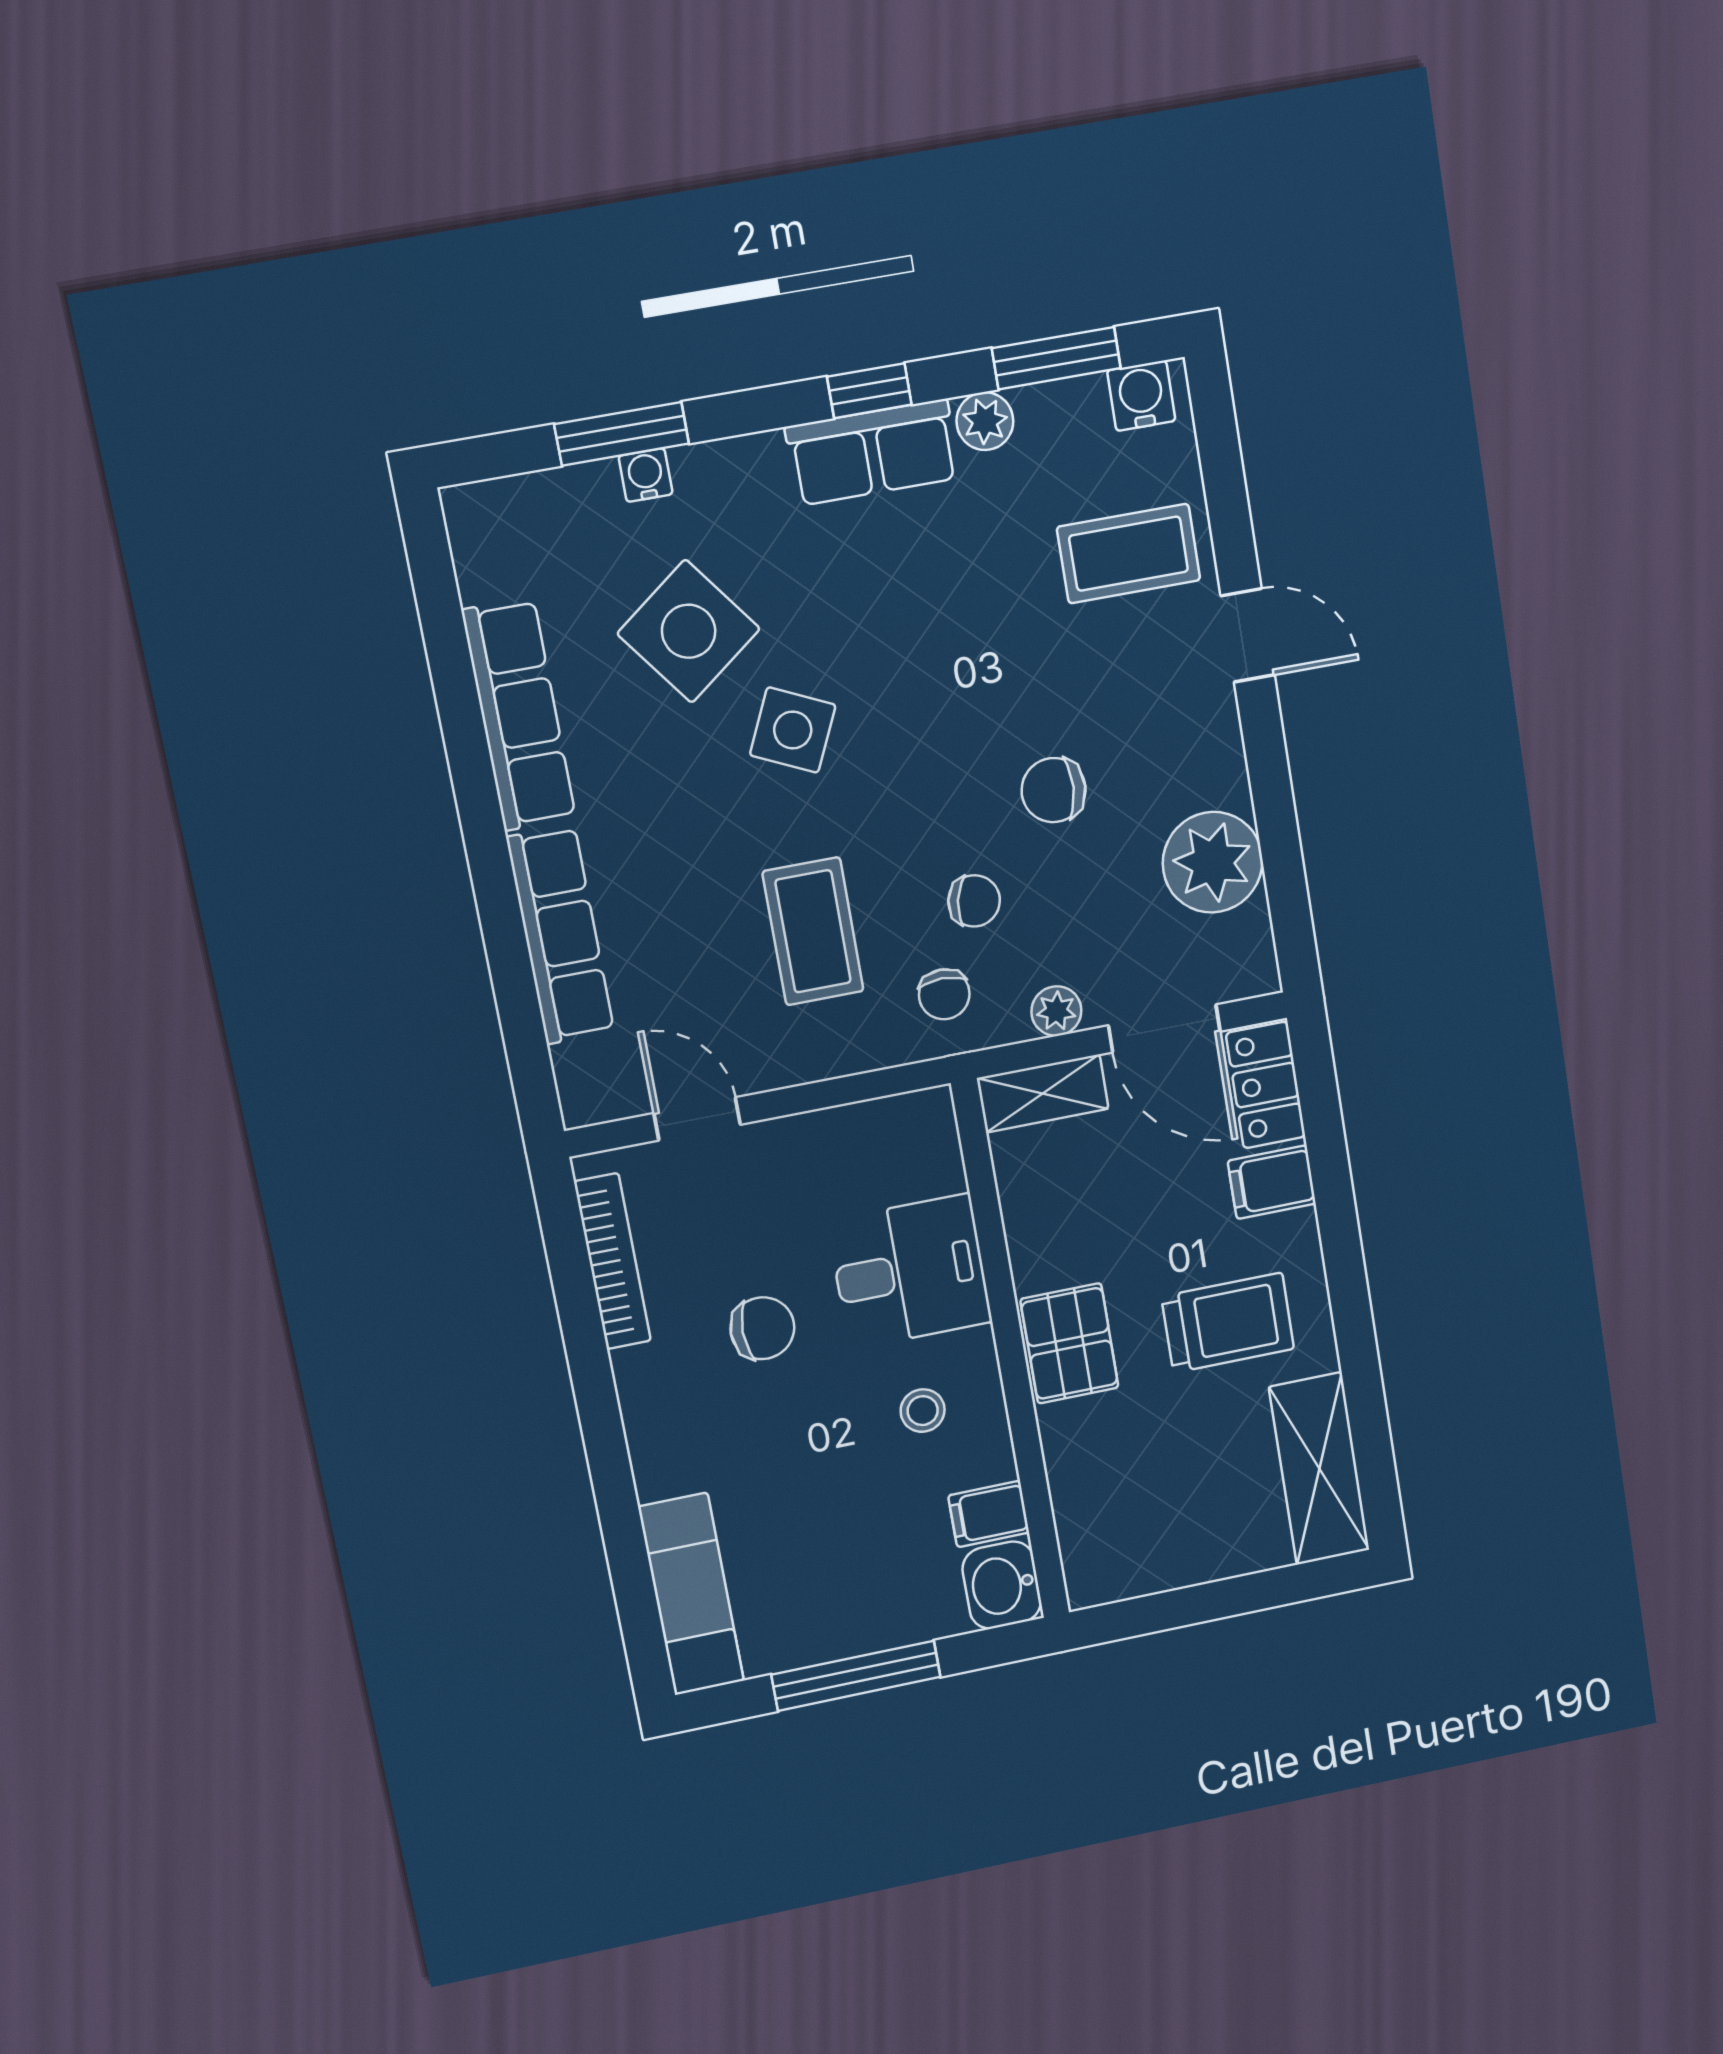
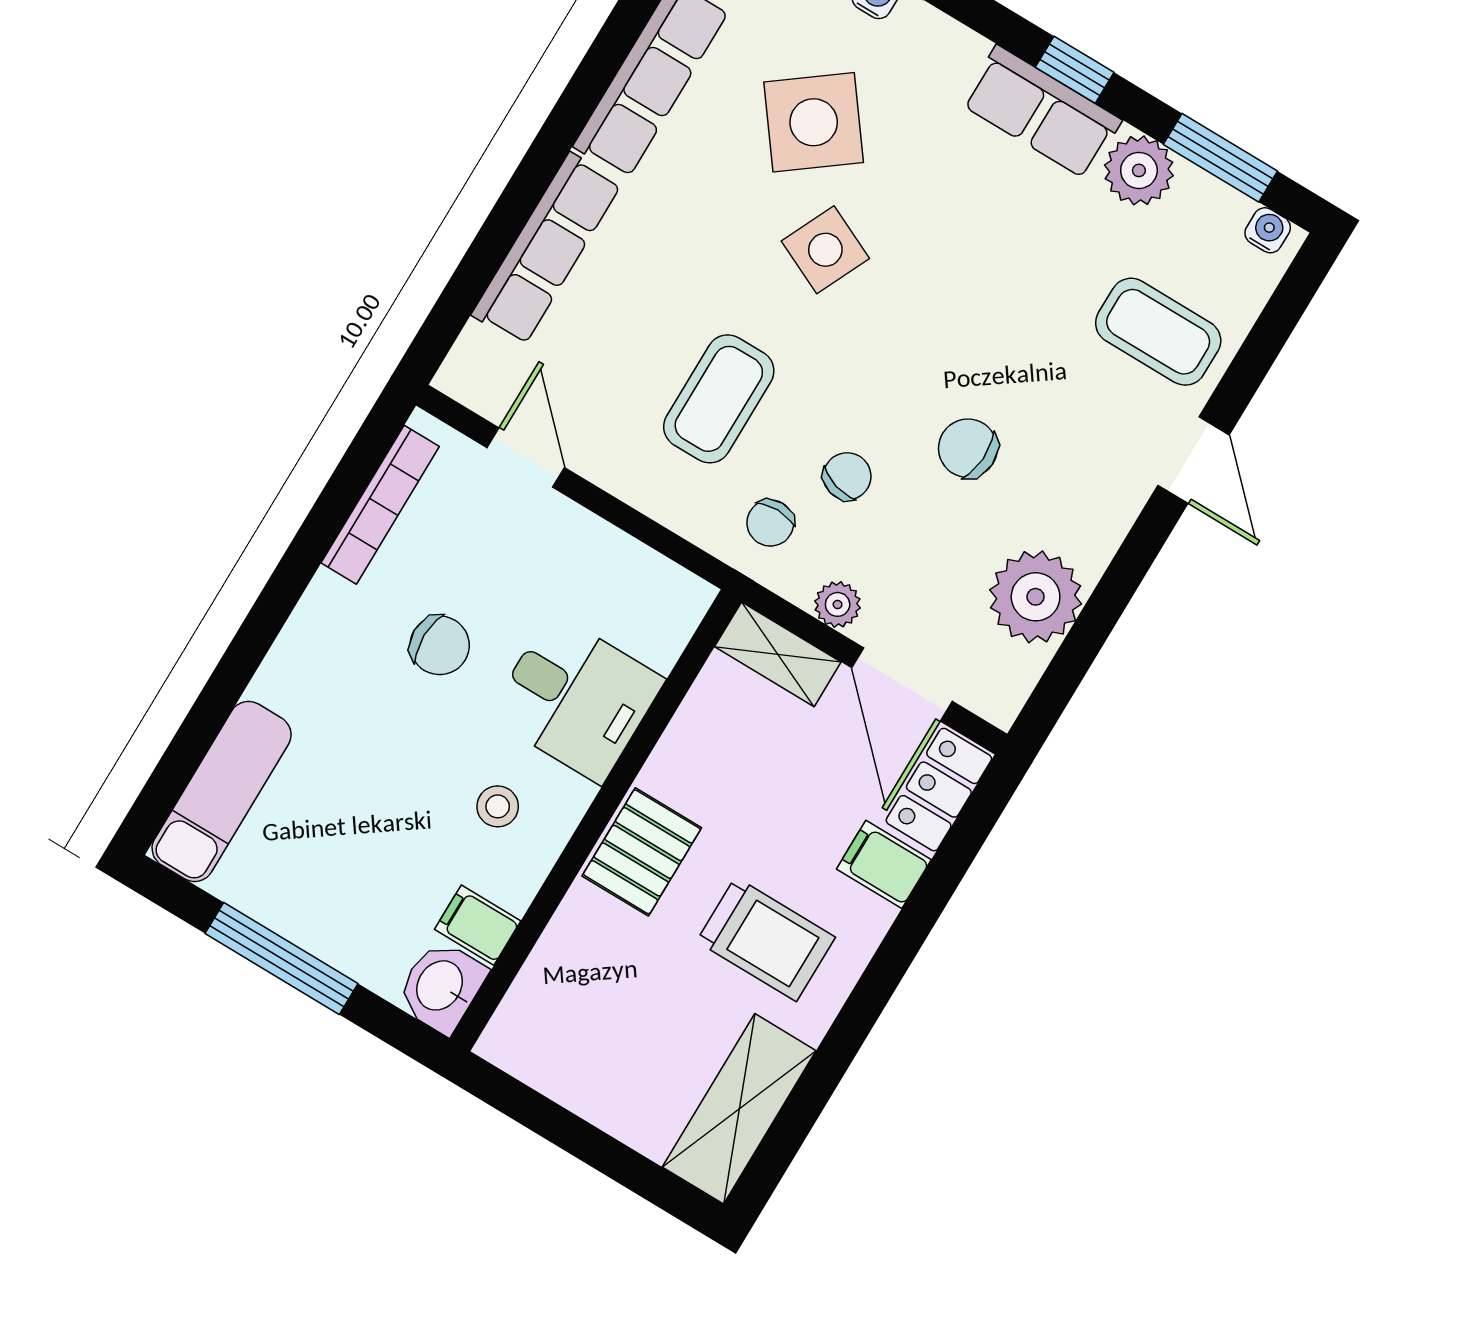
water cooler: (1141, 396) -> (1268, 230), width x0.72, depth x0.72
plant: (985, 421) -> (1139, 170), width x1.38, depth x1.38
chair: (974, 901) -> (847, 476), turned -86

